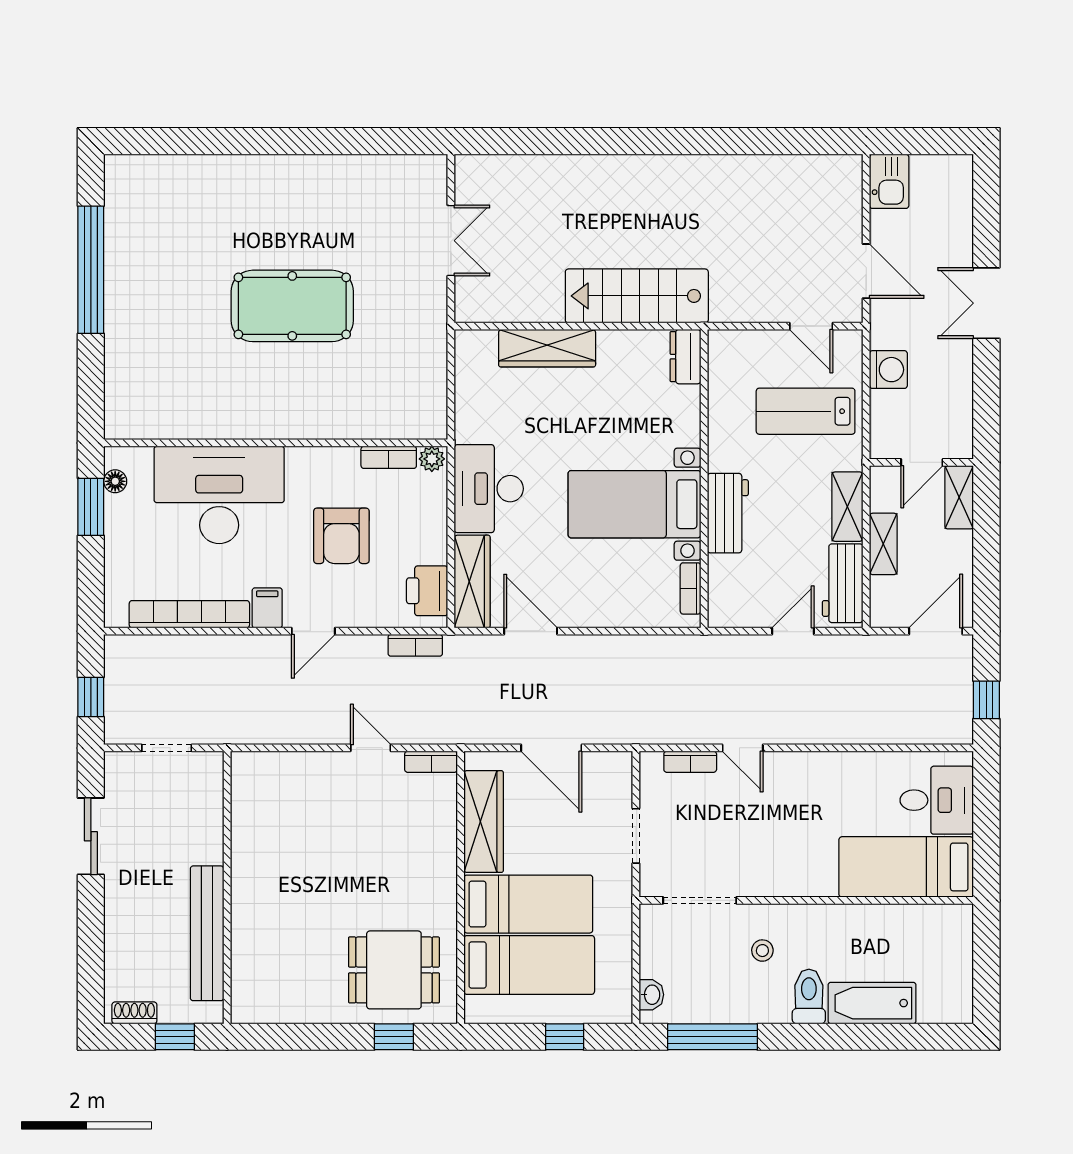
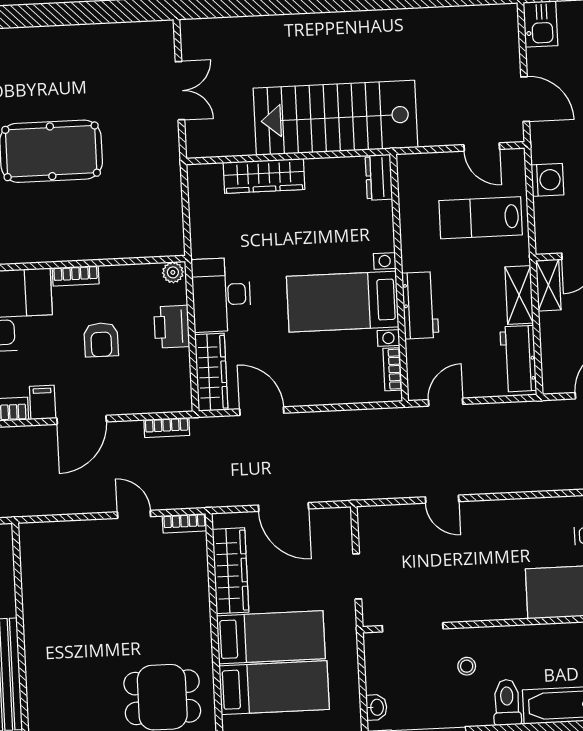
stairs: (637, 296) -> (336, 118), width x1.36, depth x1.51
bookcase: (389, 457) -> (76, 276), moved
armchair: (341, 536) -> (101, 340), width x0.72, depth x0.72
shelving: (883, 544) -> (548, 285), moved
printer: (427, 591) -> (172, 327), moved
door: (313, 631) -> (82, 420), width x1.38
door: (793, 631) -> (446, 402), moved
bookcase: (690, 762) -> (399, 513), removed

